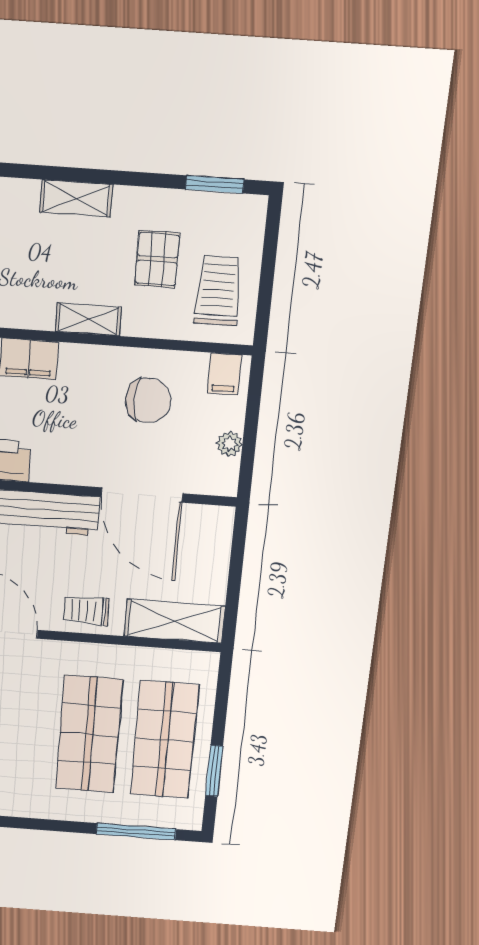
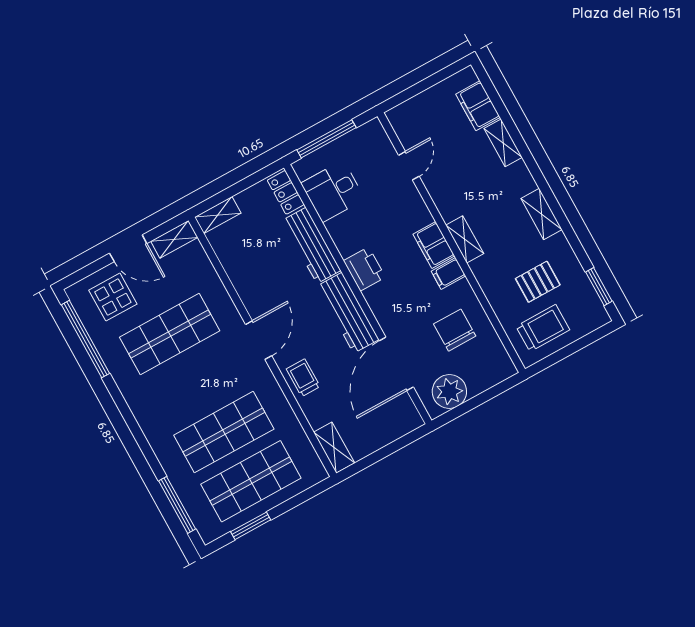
shelving: (88, 319) -> (465, 239), moved
filing cabinet: (224, 374) -> (448, 273), moved
chair: (148, 400) -> (455, 330), turned 180
plant: (229, 444) -> (449, 391), width x1.88, depth x1.88
shelving: (175, 621) -> (334, 448), width x0.67, depth x0.75

